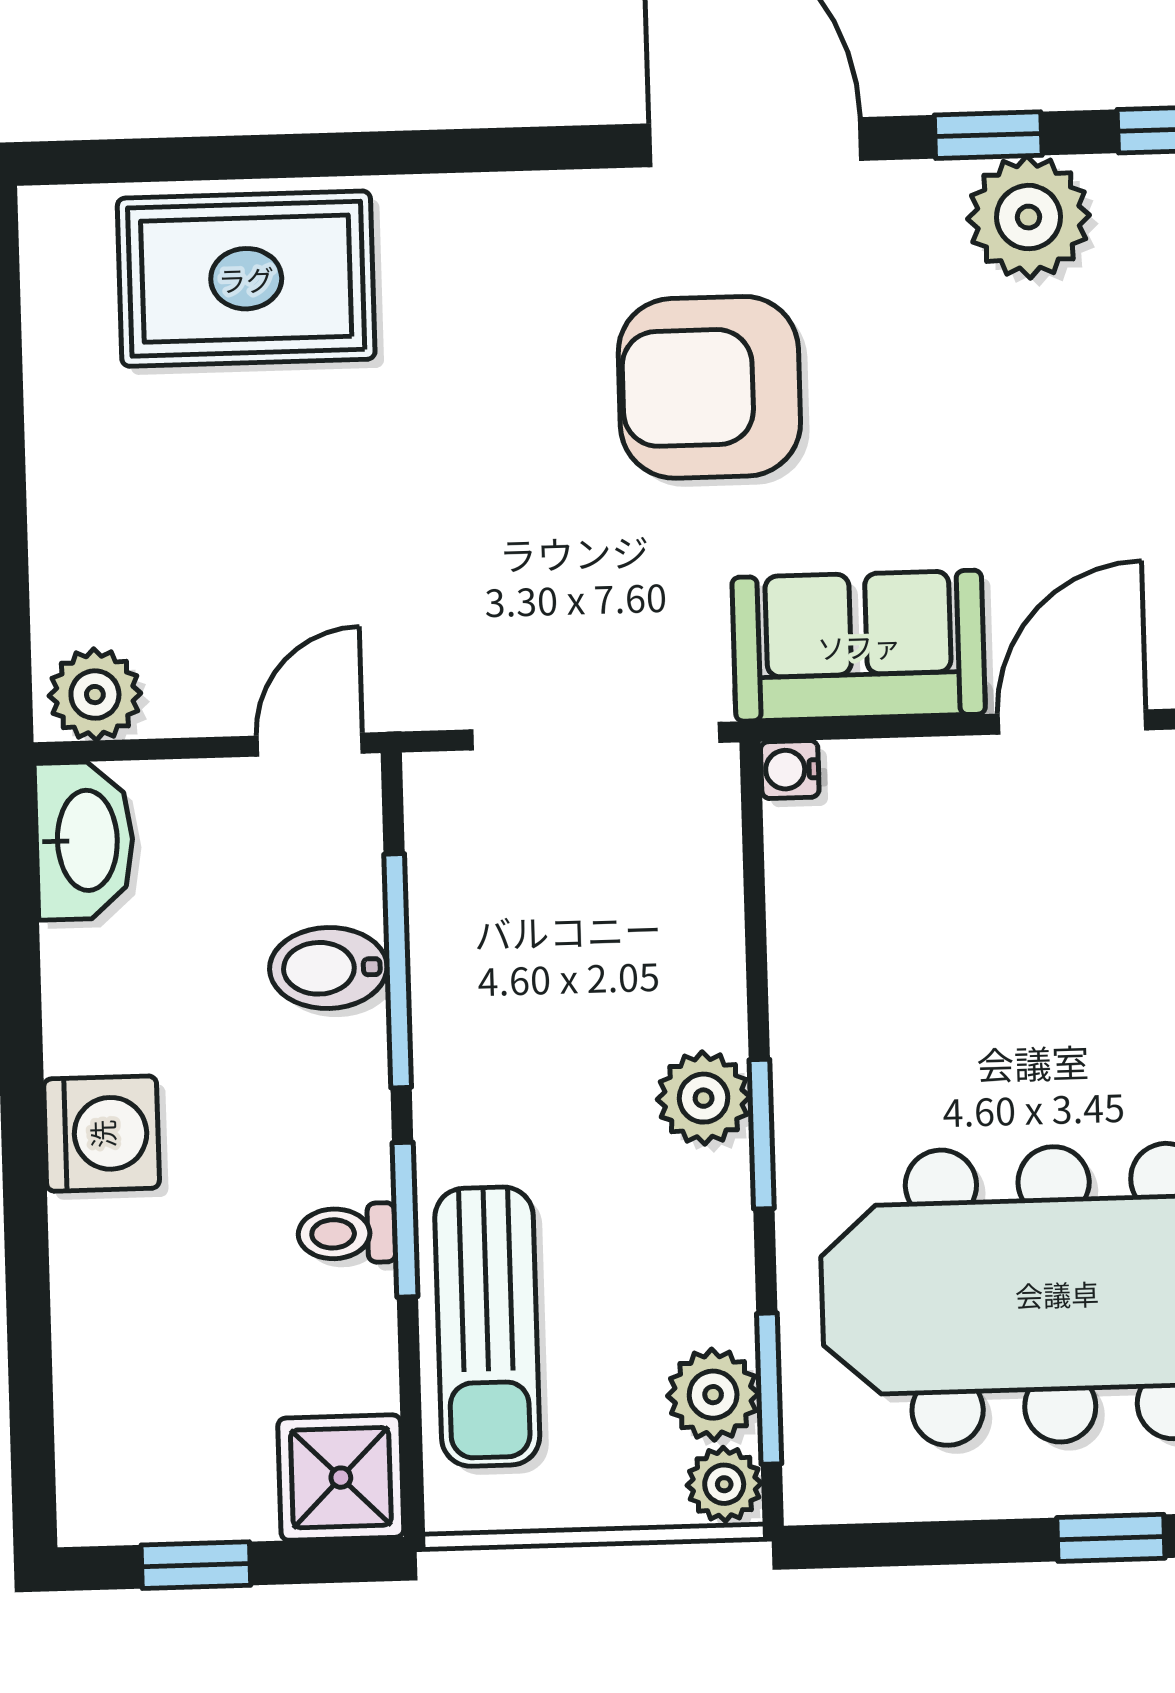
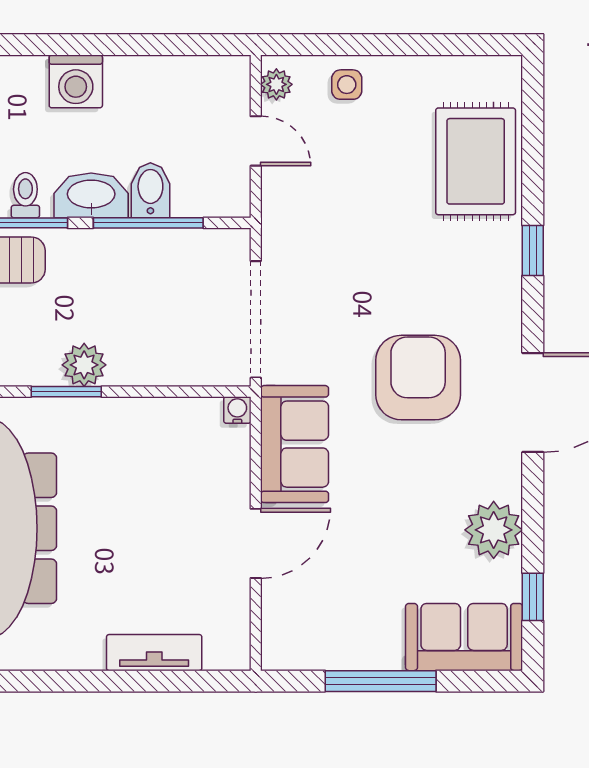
window: (988, 135) -> (533, 251), moved
side table: (91, 557) -> (347, 85), added
plant: (95, 695) -> (276, 84), width x0.73, depth x0.73
door: (1072, 722) -> (256, 543), hinge flipped
door: (310, 745) -> (256, 141), moved
washbasin: (84, 840) -> (91, 195), moved, turned 180

